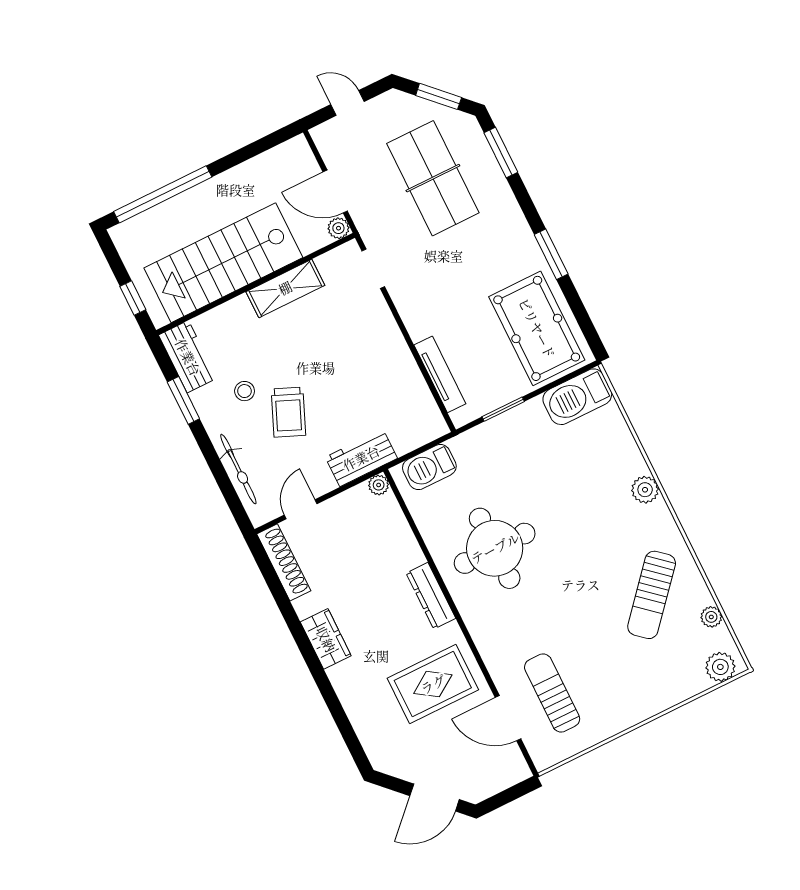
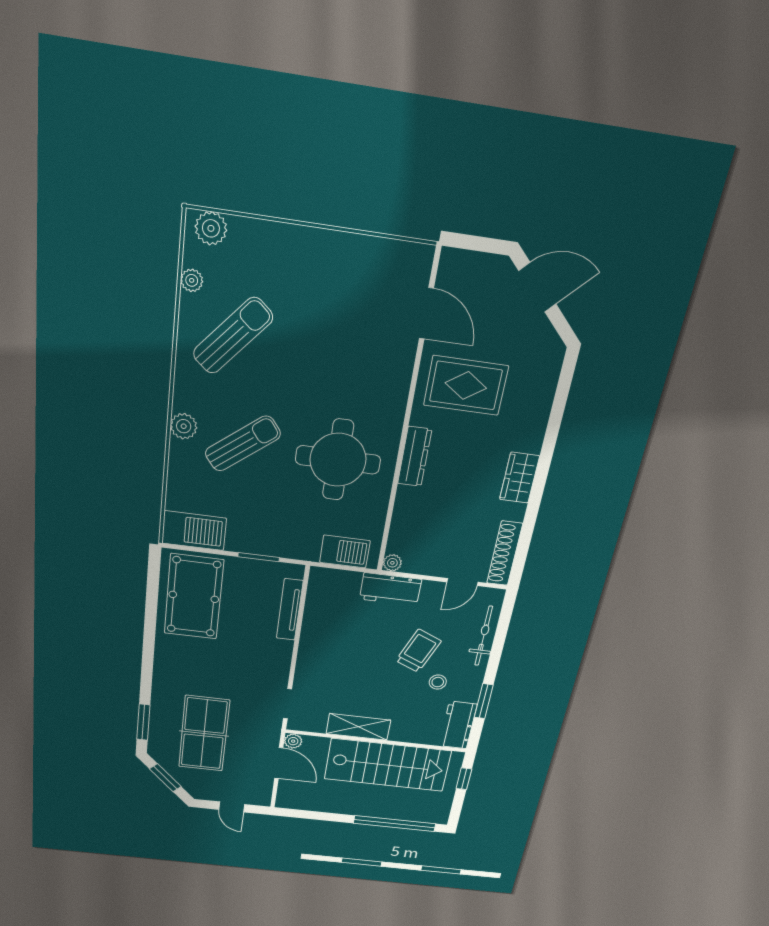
window: (551, 254) -> (149, 639), removed
sun lounger: (552, 693) -> (243, 444), moved, turned -128

